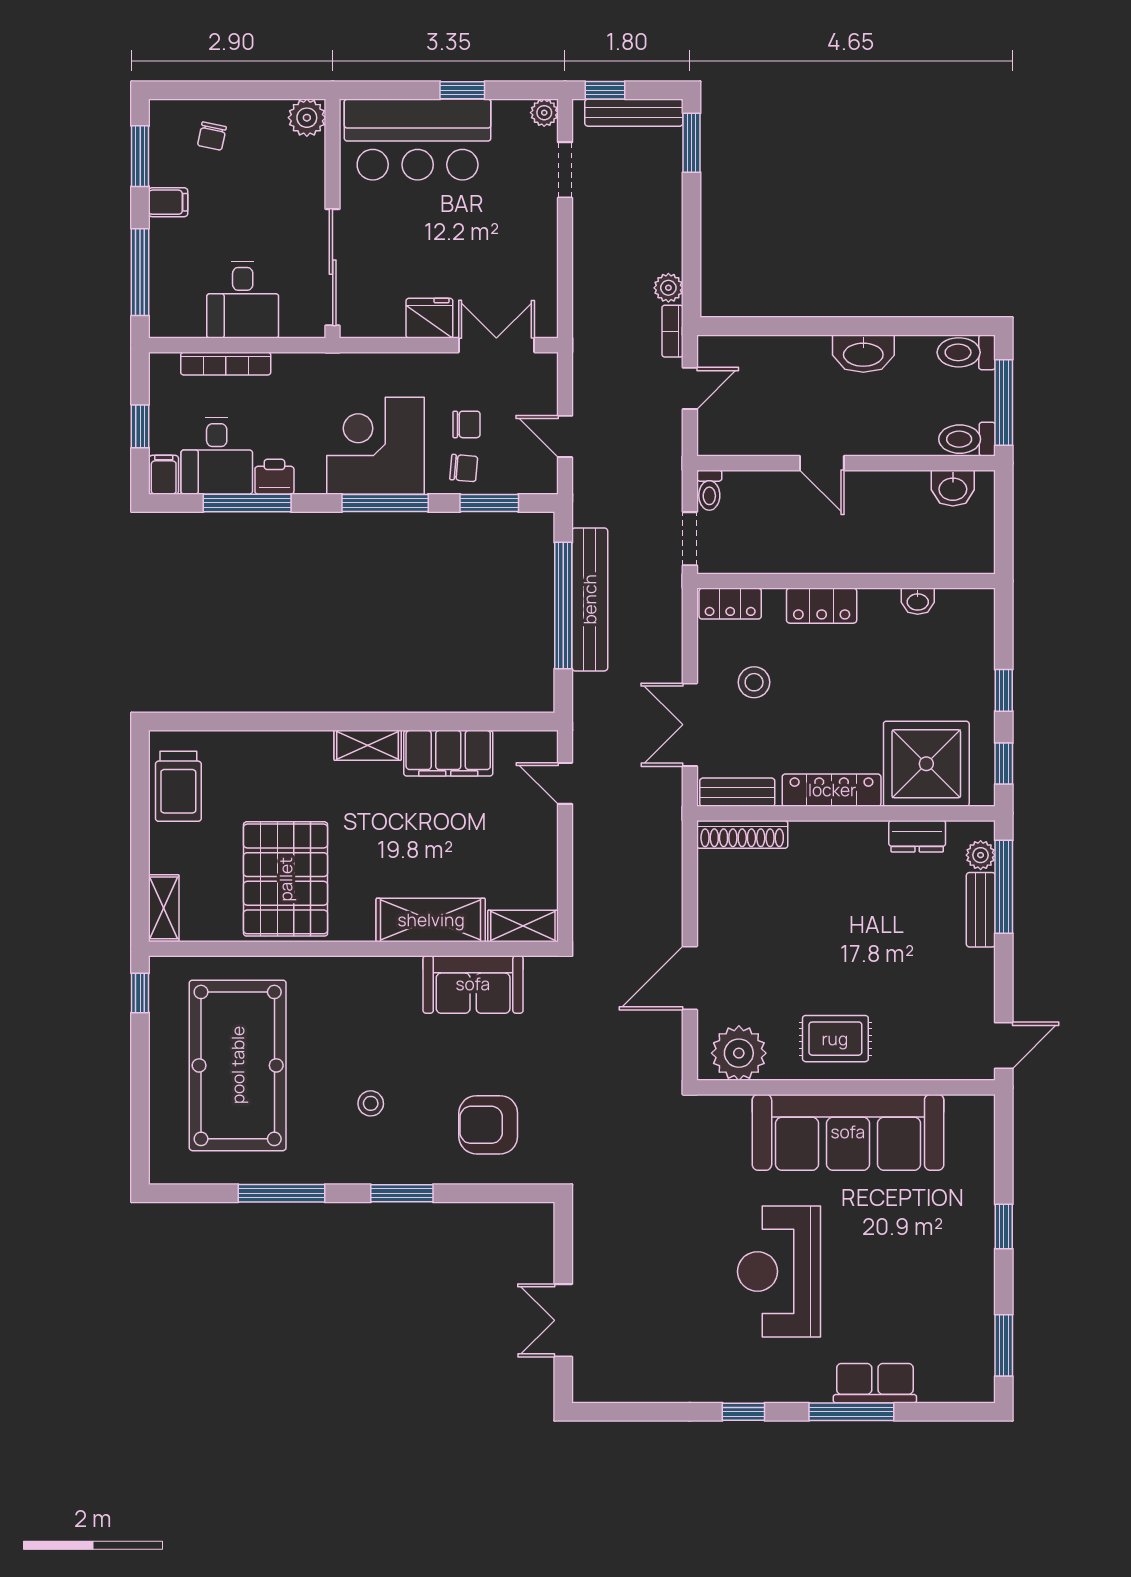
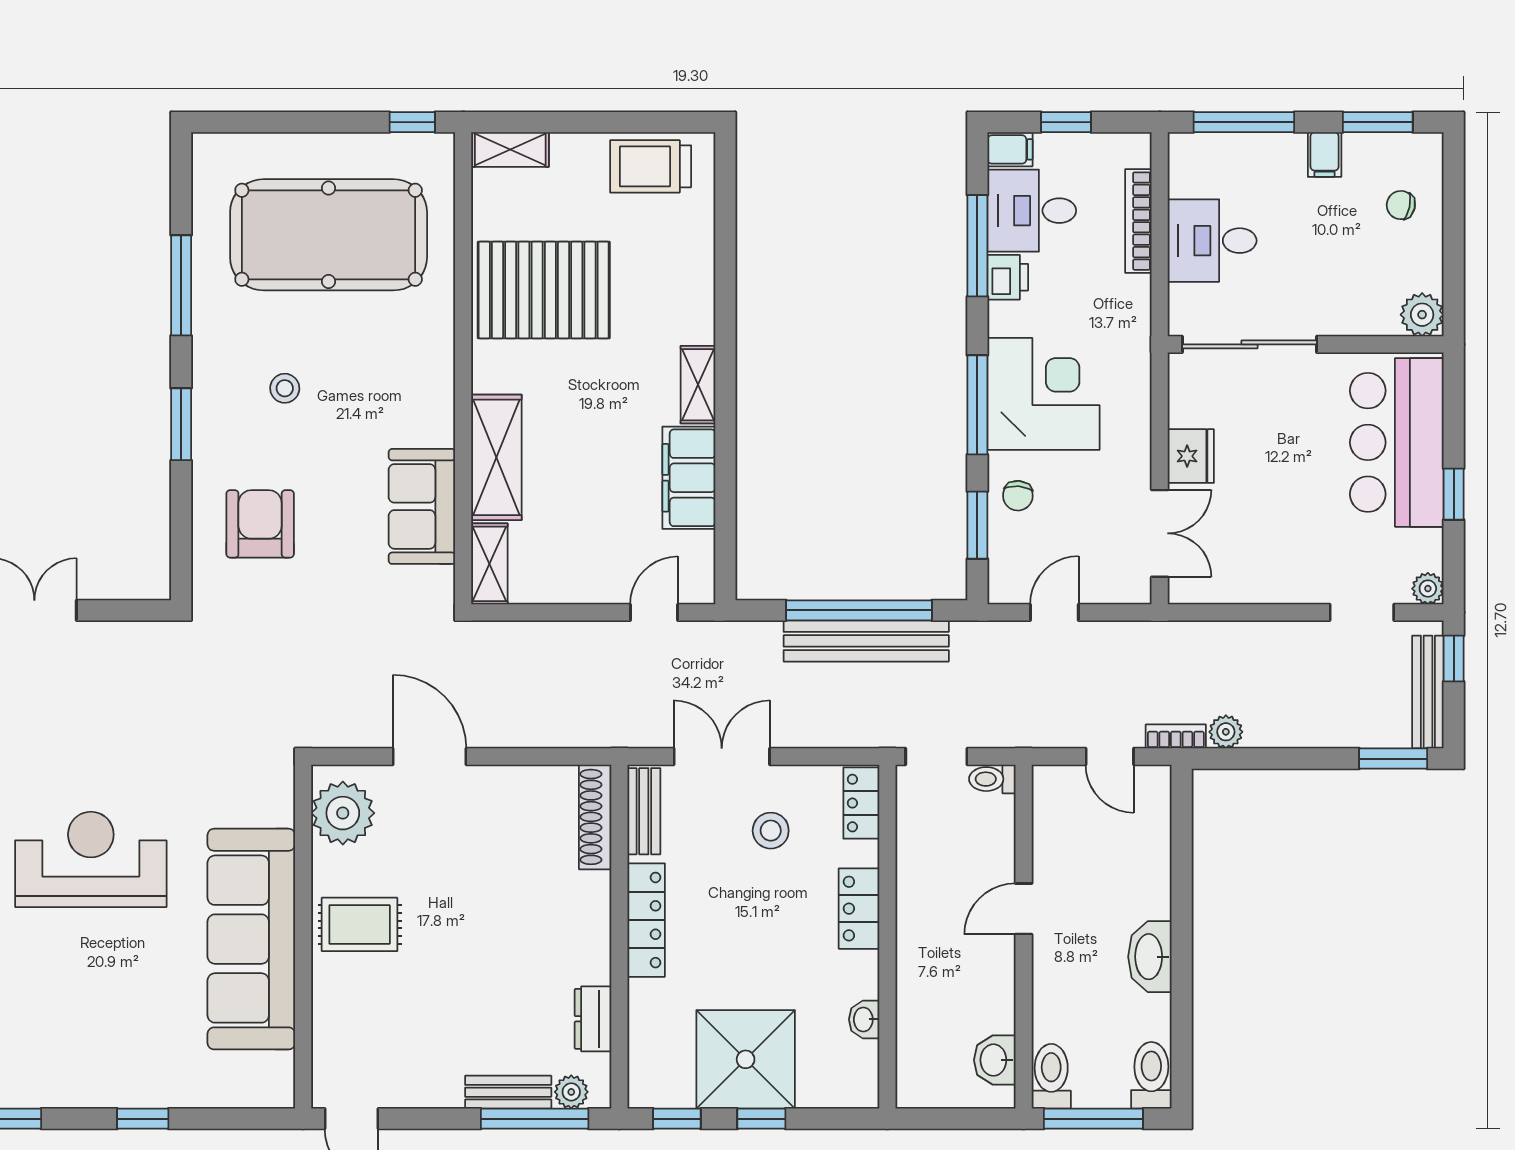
chair: (466, 424) -> (1068, 499), removed
shower: (926, 764) -> (746, 1059), moved
rug: (835, 1039) -> (360, 924), turned 90

